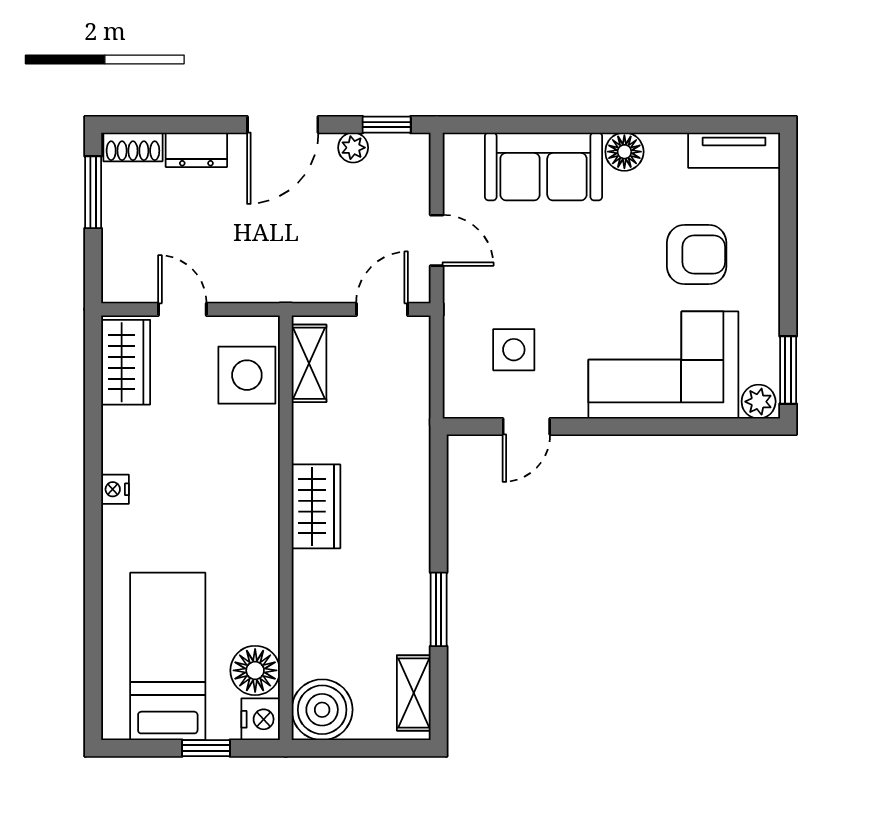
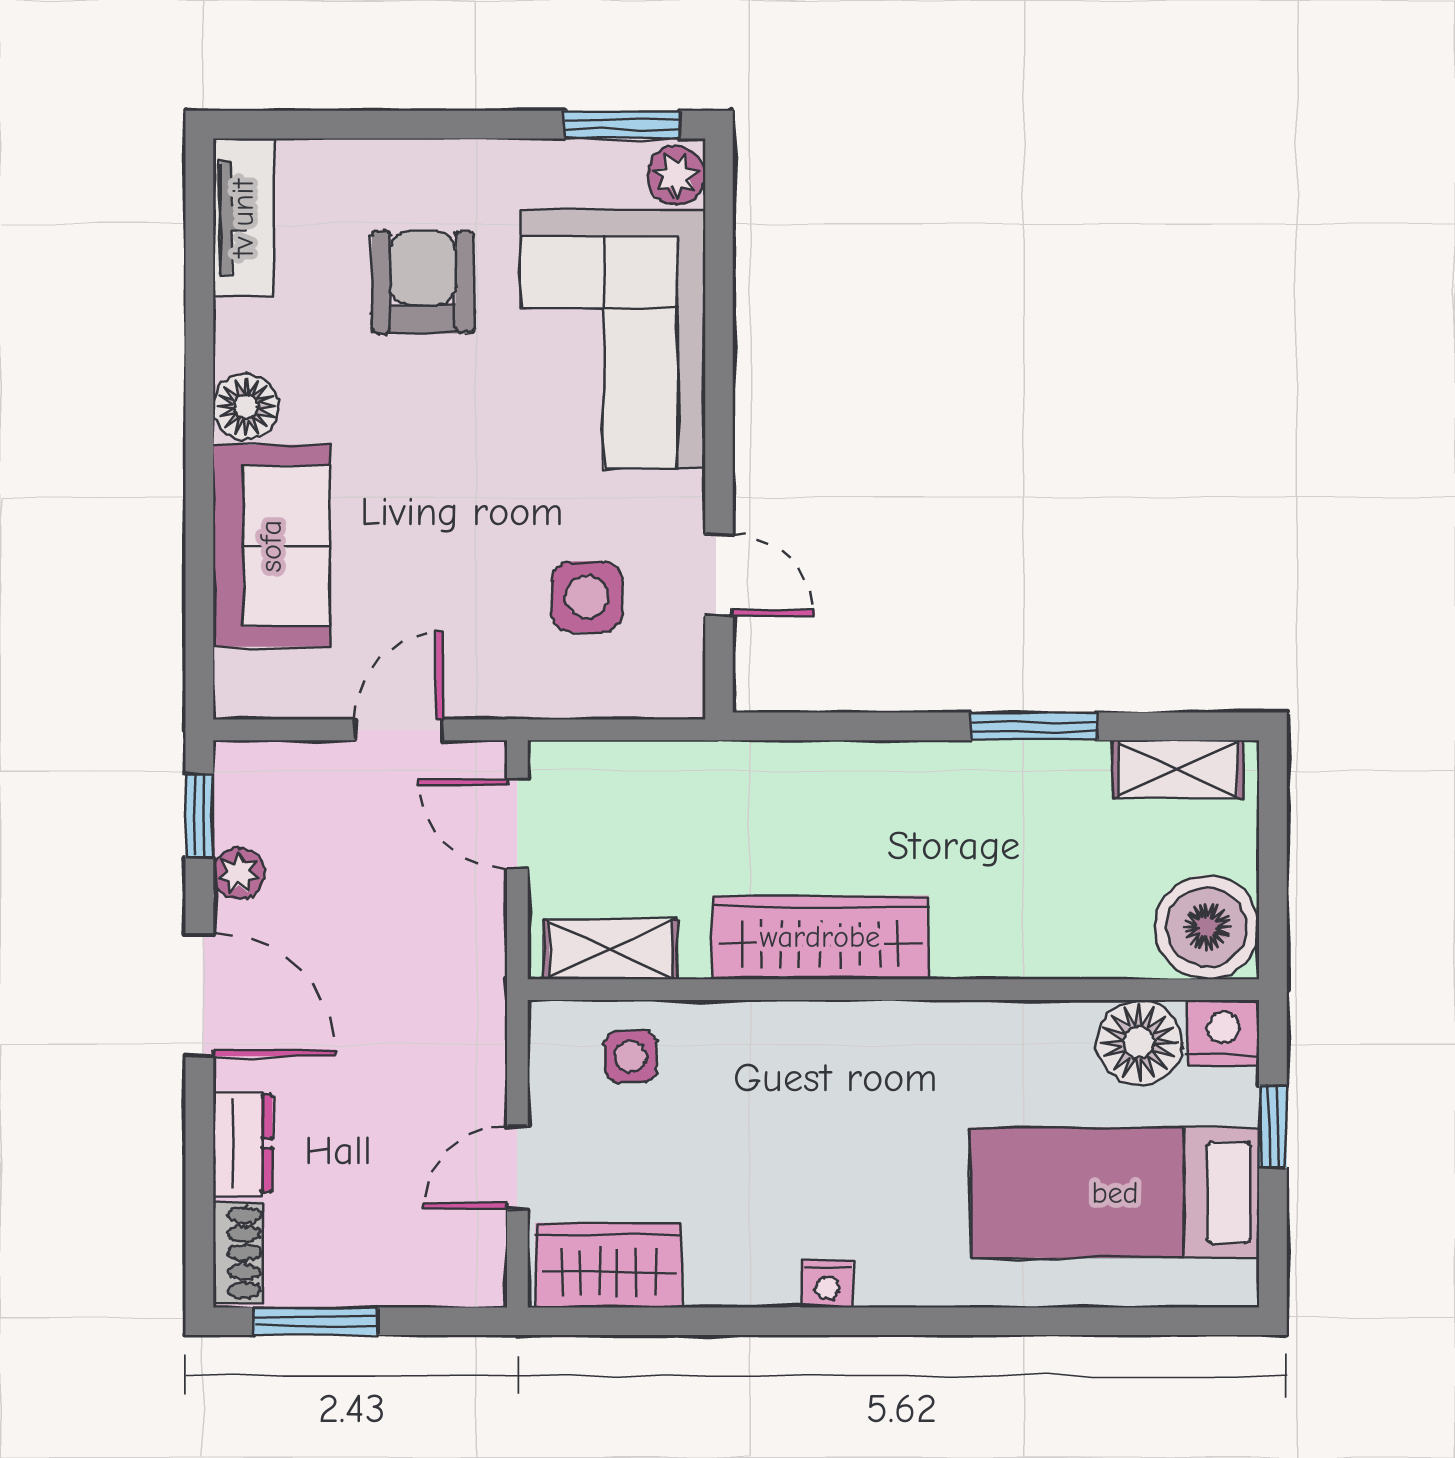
side table: (247, 375) -> (631, 1056), width x0.54, depth x0.54
wardrobe: (316, 506) -> (820, 937), width x1.50

